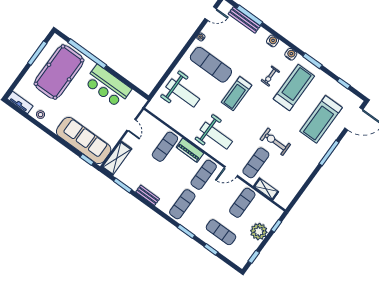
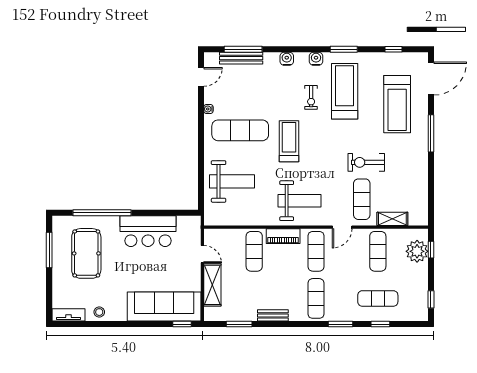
pool table: (59, 72) -> (86, 253), width x0.73, depth x0.76
treadmill: (237, 94) -> (289, 141), turned 180
shelving: (117, 158) -> (212, 285), moved
plant: (259, 232) -> (417, 251), moved

